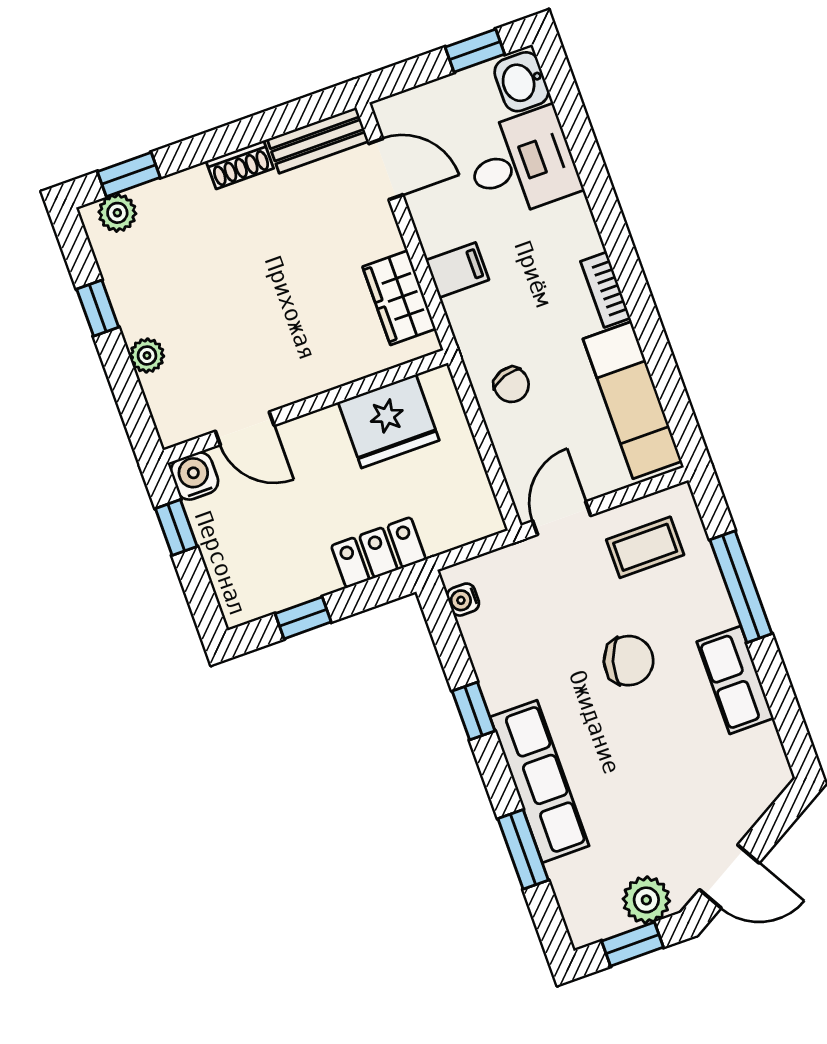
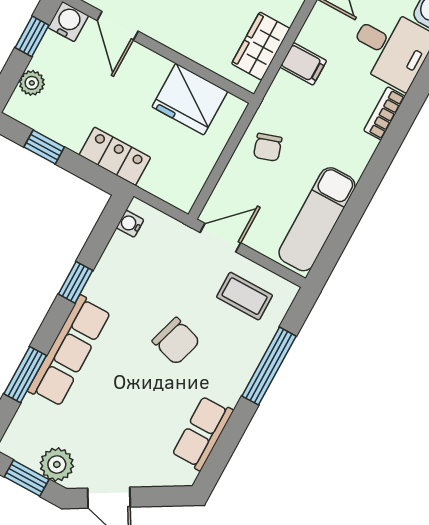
bookcase: (605, 290) -> (384, 113), moved
plant: (225, 571) -> (32, 83), added
row of seats: (735, 680) -> (203, 433), moved

